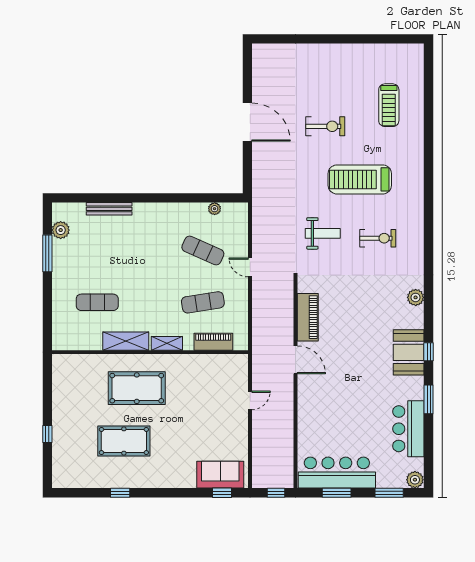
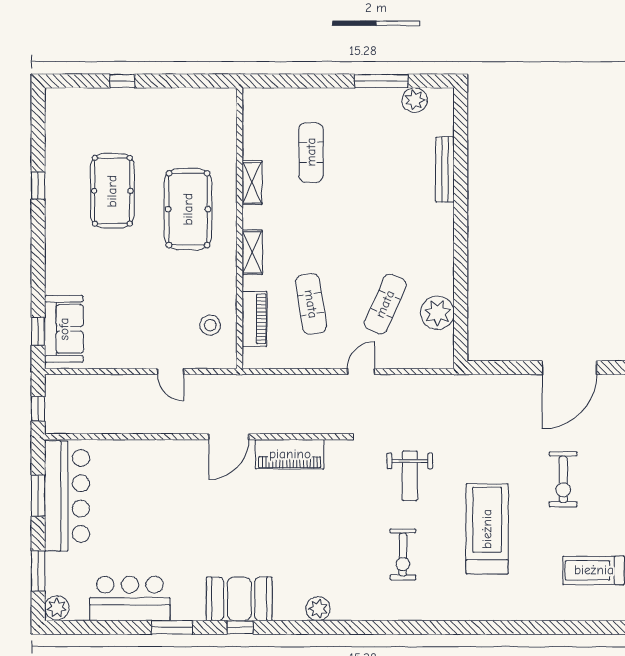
plant: (215, 209) -> (437, 313), width x1.88, depth x1.88
shelving: (126, 341) -> (252, 183), width x0.67, depth x0.75
stool: (218, 373) -> (210, 325), added

